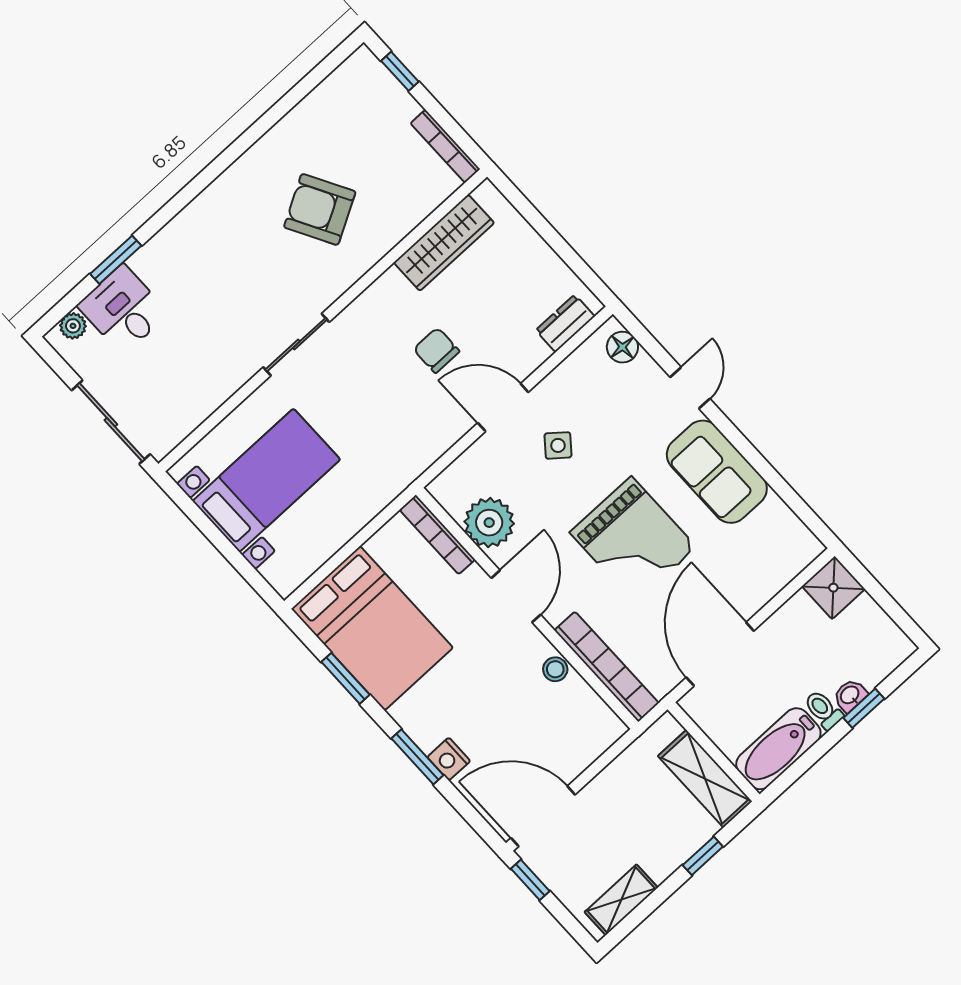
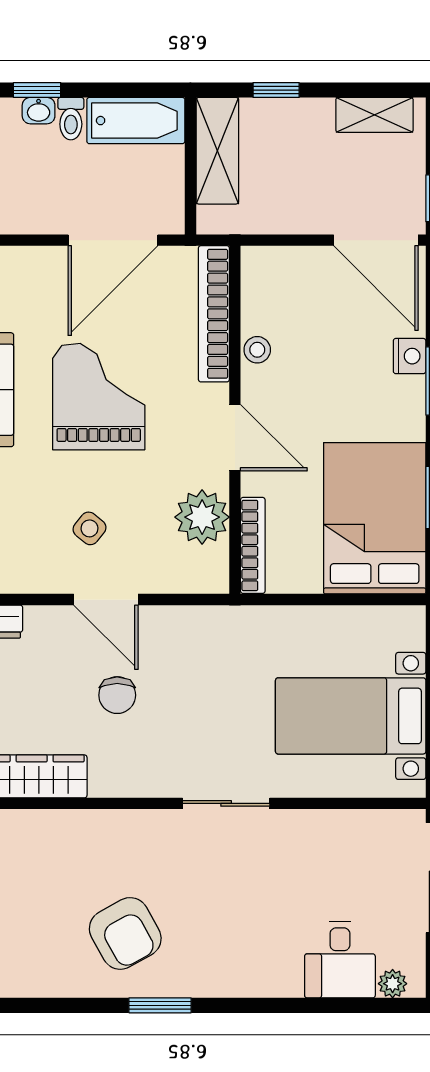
armchair: (320, 209) -> (125, 933), moved
window: (116, 260) -> (160, 1005), moved
door: (516, 596) -> (235, 438), swing flipped

